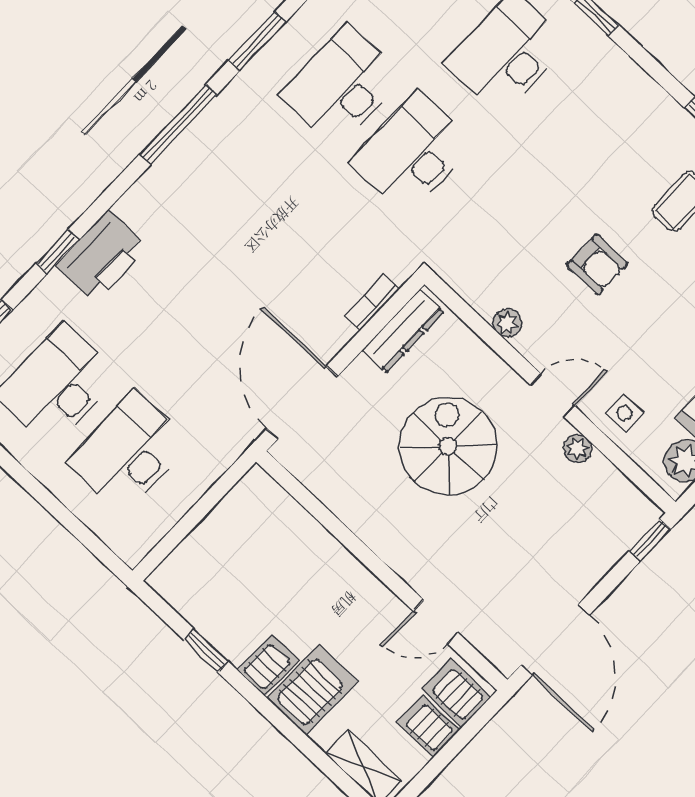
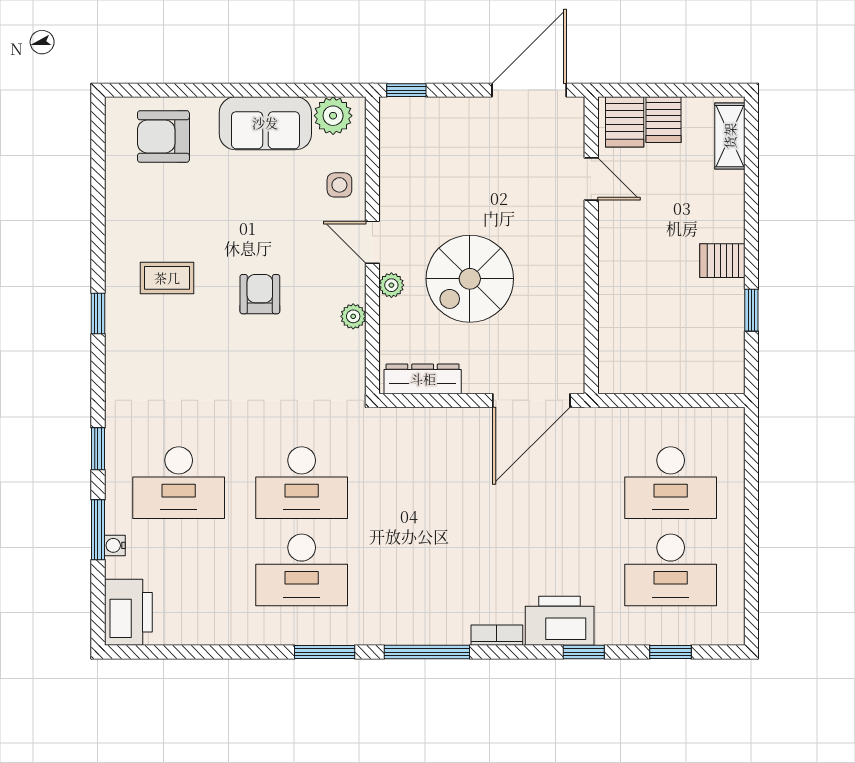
bookcase: (372, 302) -> (497, 635), moved, turned 180
plant: (578, 448) -> (391, 285), moved
server rack: (312, 690) -> (711, 217), removed

